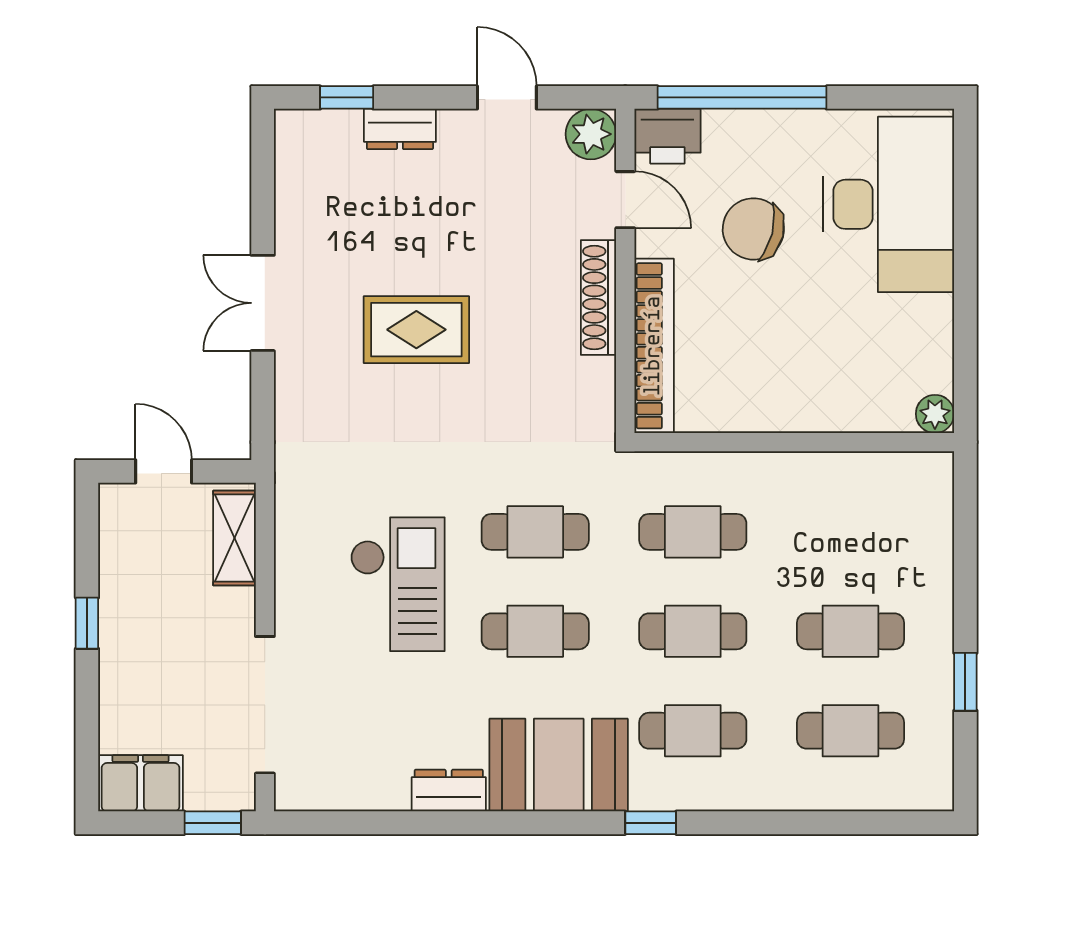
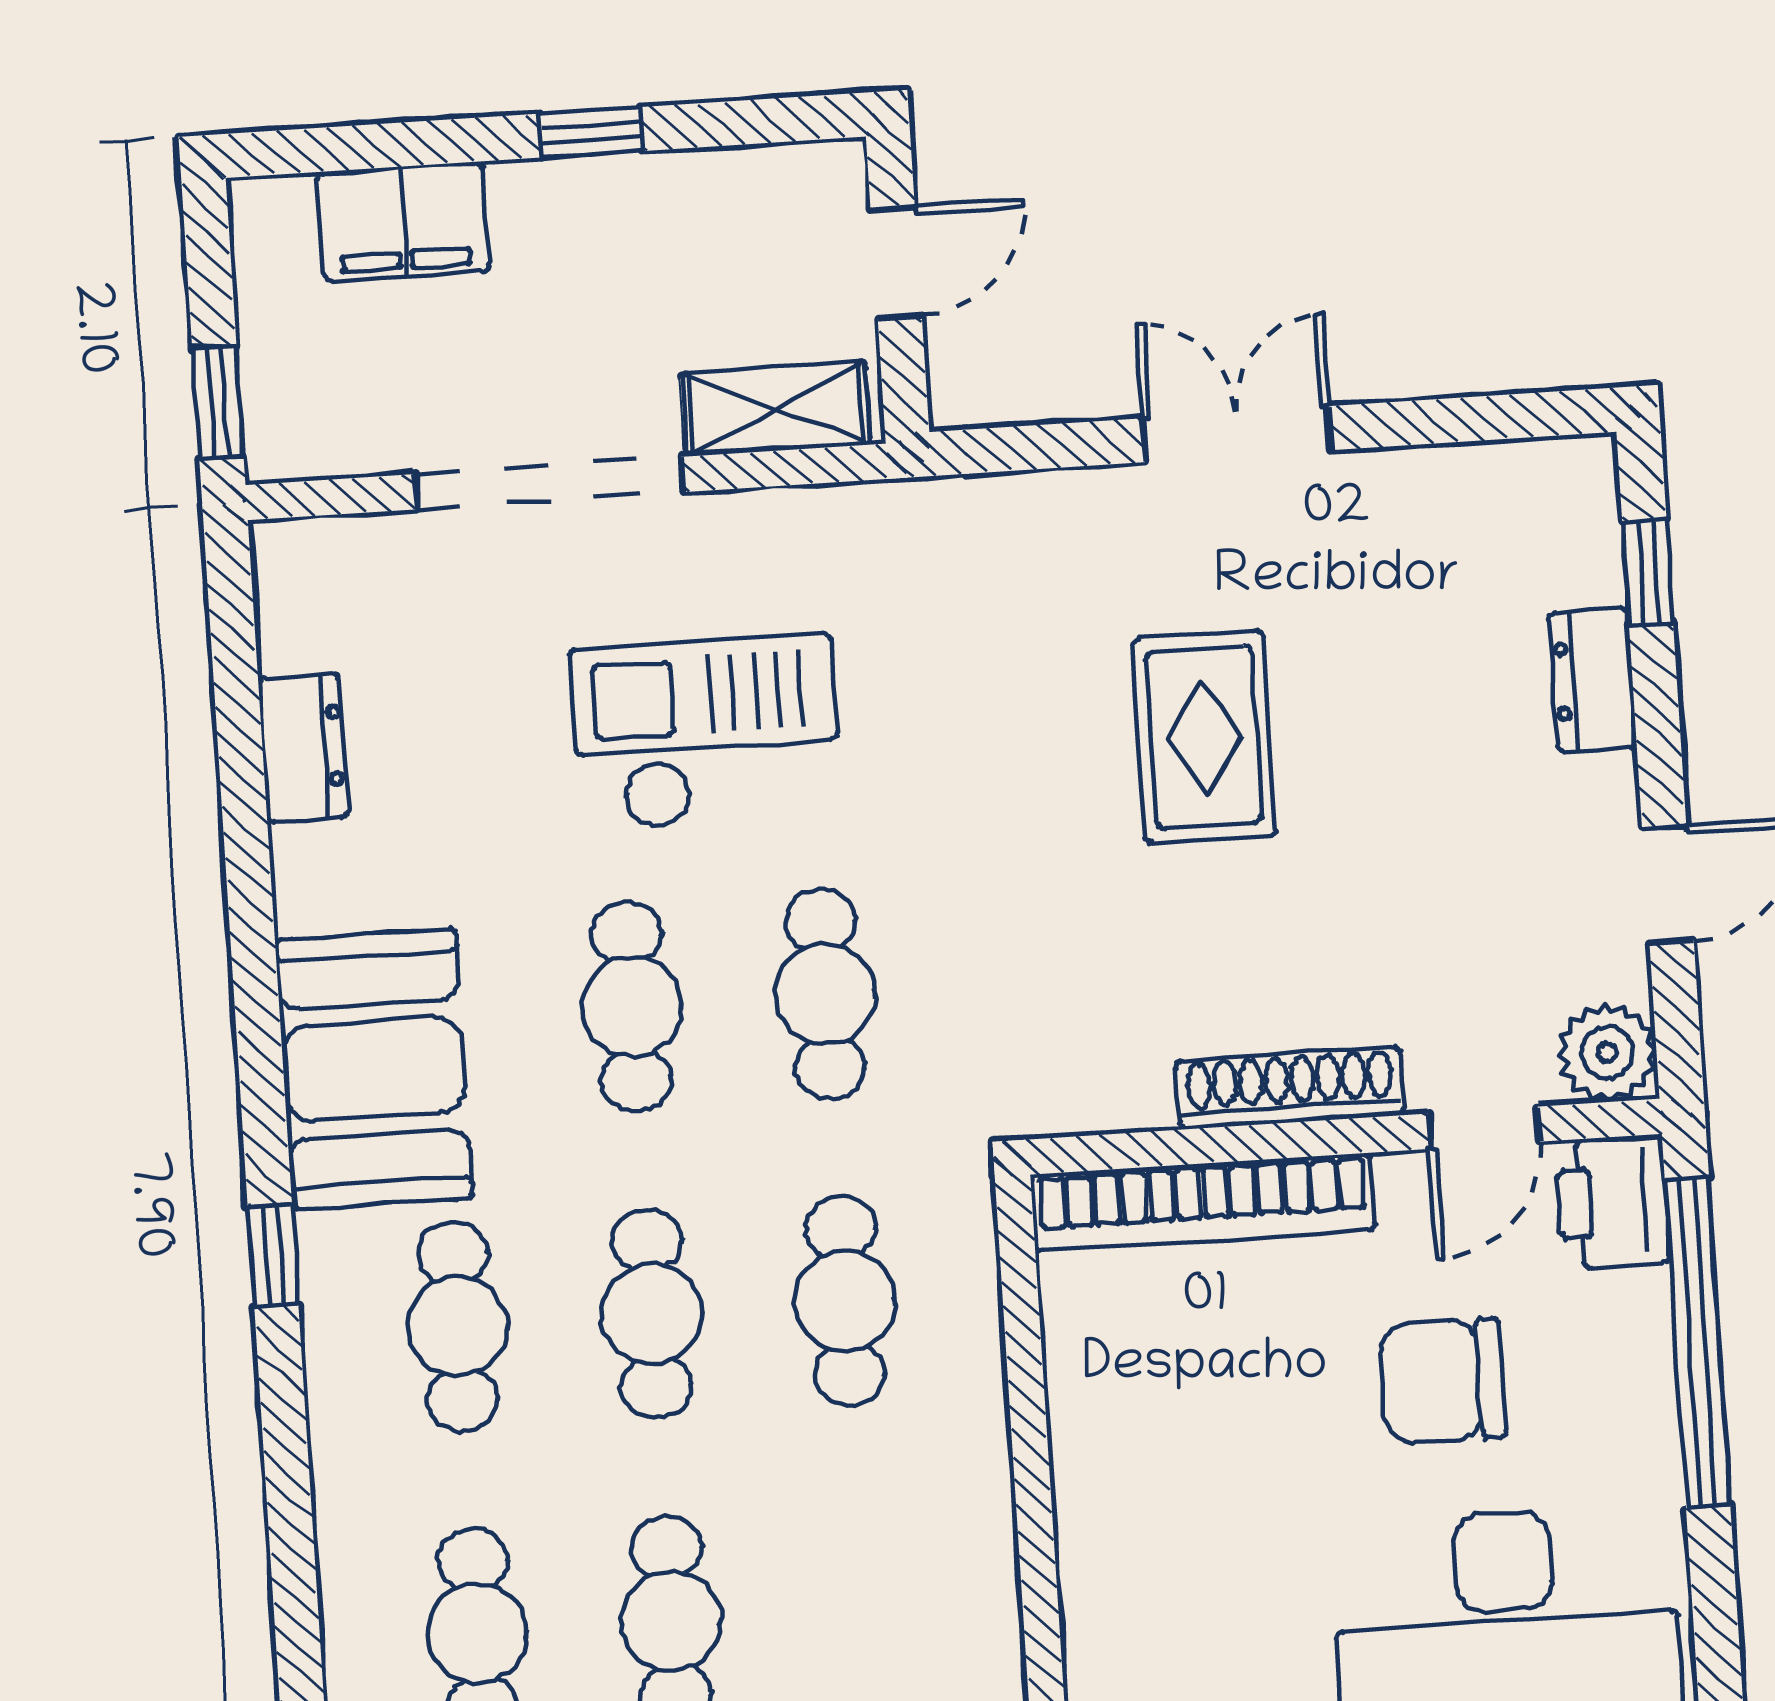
chair: (753, 229) -> (1443, 1381), turned -104
checkout: (398, 584) -> (706, 733), turned 180
doorway: (265, 705) -> (549, 483), moved
filing cabinet: (140, 783) -> (403, 222), moved, turned 90
dresser: (449, 791) -> (303, 747), moved

